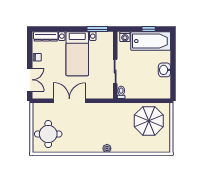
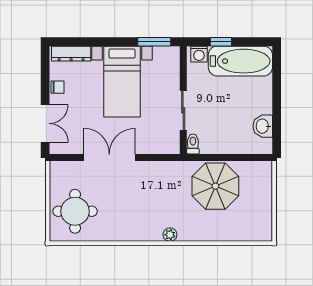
window: (149, 29) -> (221, 42), moved
washbasin: (164, 70) -> (263, 126), moved
parasol: (149, 121) -> (215, 186), moved

